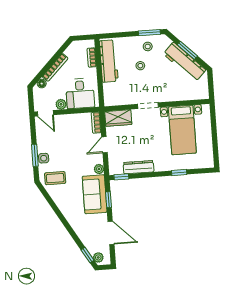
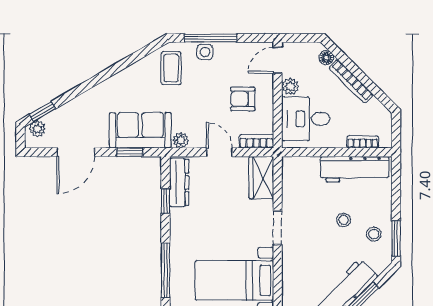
armchair: (71, 133) -> (243, 99), added
window: (35, 155) -> (211, 38), width x1.44
dresser: (139, 167) -> (179, 182), moved
window: (179, 173) -> (165, 270), width x2.17
window: (121, 177) -> (165, 201), moved

